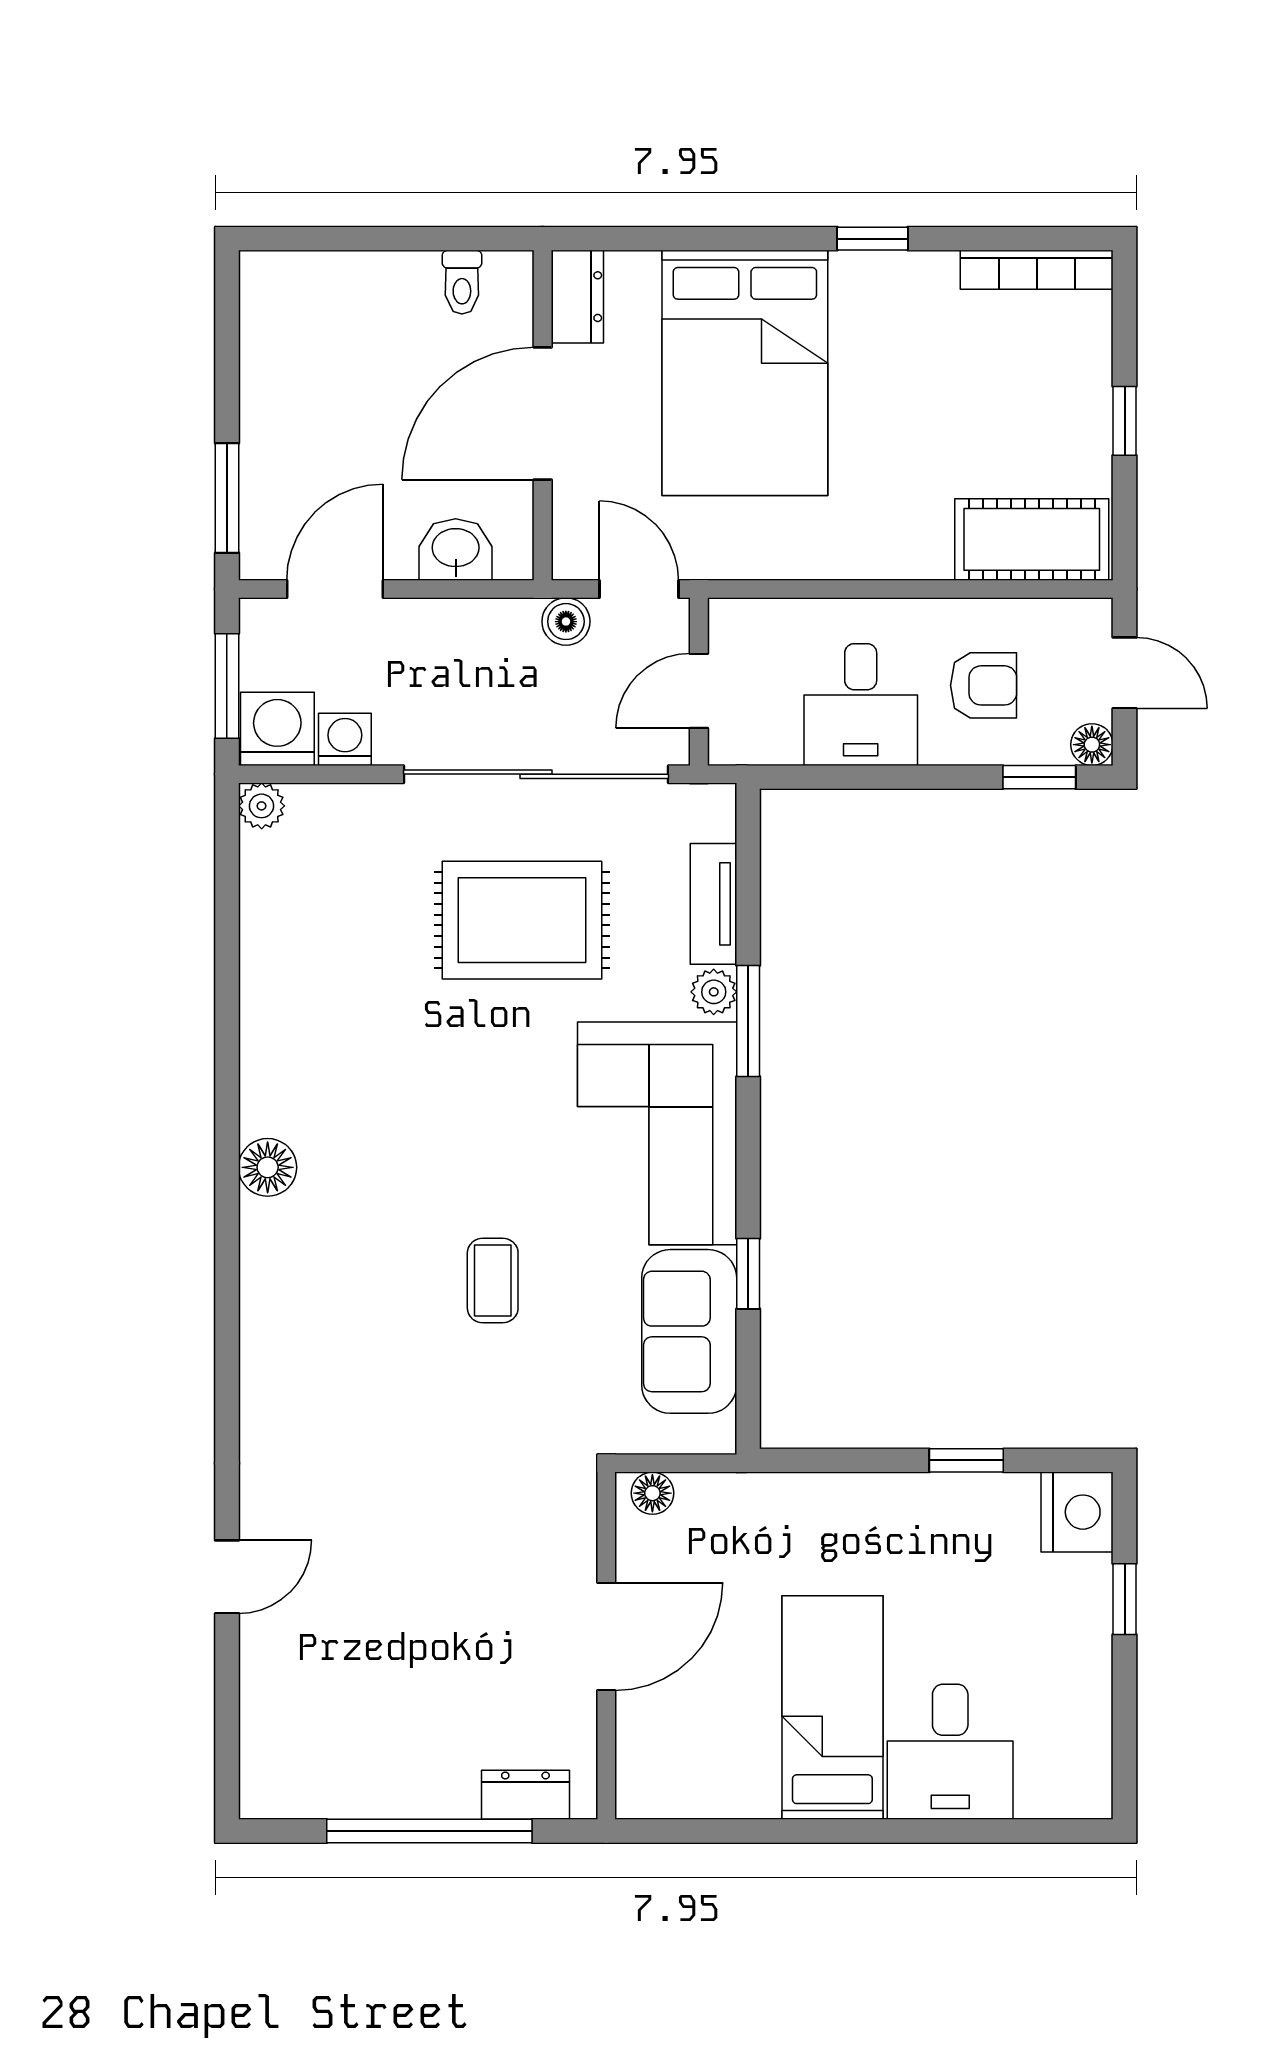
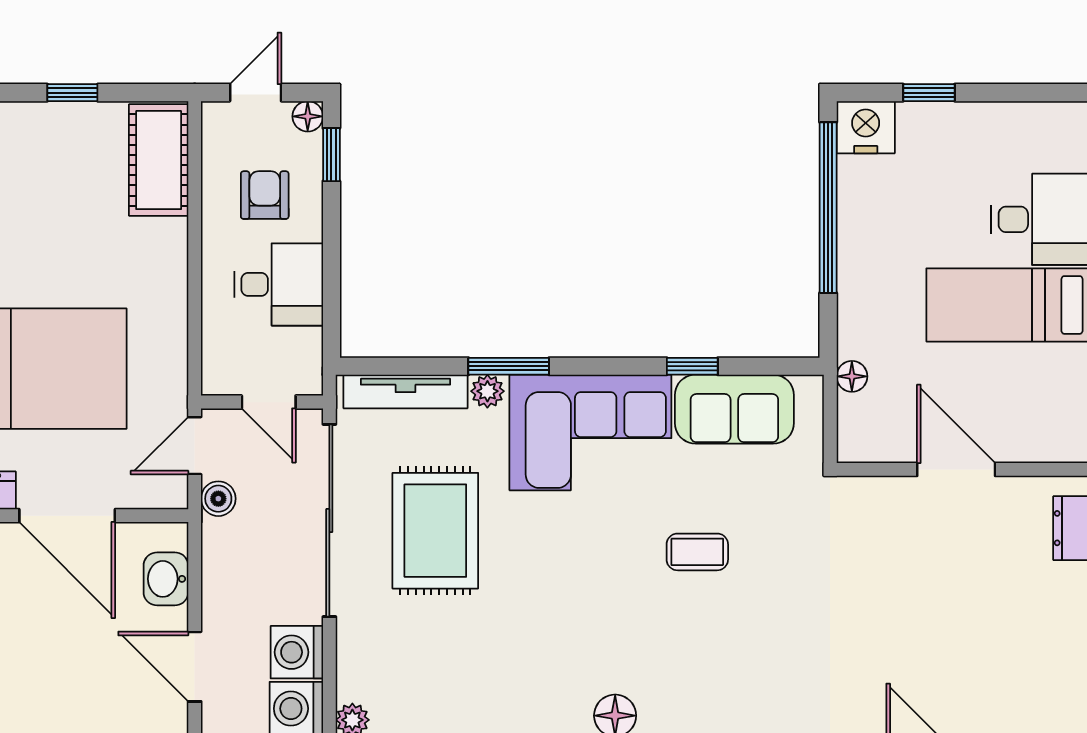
washing machine: (345, 739) -> (297, 652), width x1.38, depth x1.38
tv unit: (713, 904) -> (406, 391), width x1.41
window: (966, 1460) -> (828, 208), width x3.17
floor lamp: (652, 1493) -> (852, 376), moved

